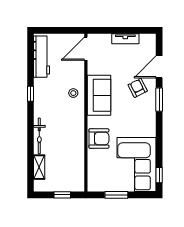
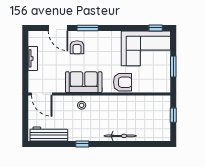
armchair: (138, 88) -> (77, 47), turned -63
armchair: (99, 138) -> (123, 82), turned 90
shelving: (39, 167) -> (148, 136), removed

